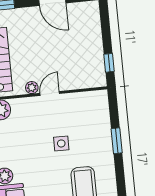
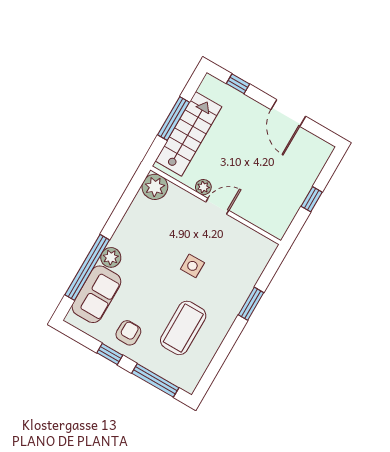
window: (109, 63) -> (312, 199), moved

